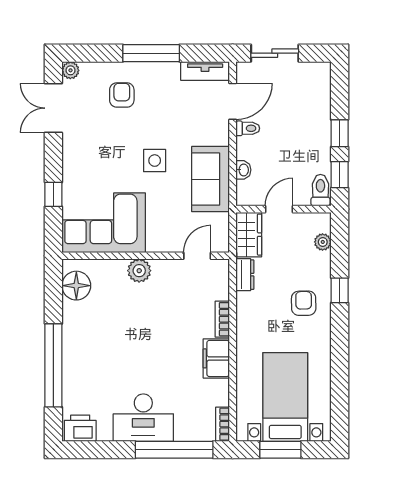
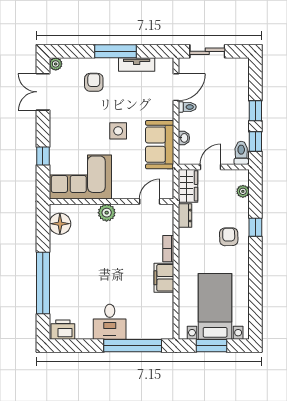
tv unit: (205, 71) -> (137, 64), moved
desk: (143, 418) -> (110, 322), width x0.73
bookcase: (223, 424) -> (169, 327), removed

